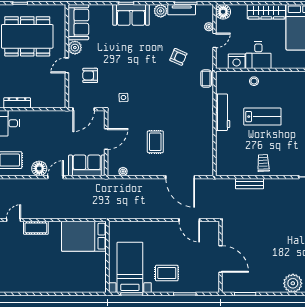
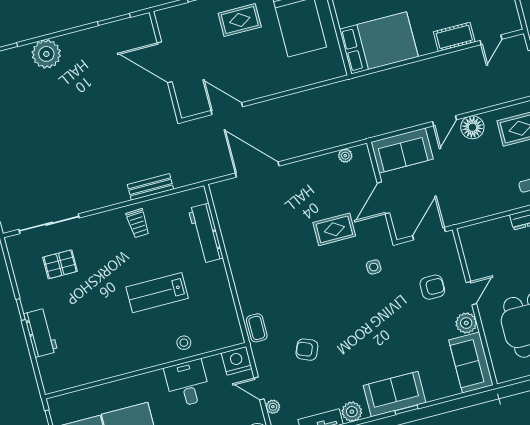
door: (215, 40) -> (259, 388), hinge flipped
nightstand: (237, 61) -> (237, 361), moved
workbench: (223, 112) -> (206, 233), moved
rug: (155, 142) -> (334, 229), moved, turned 90

